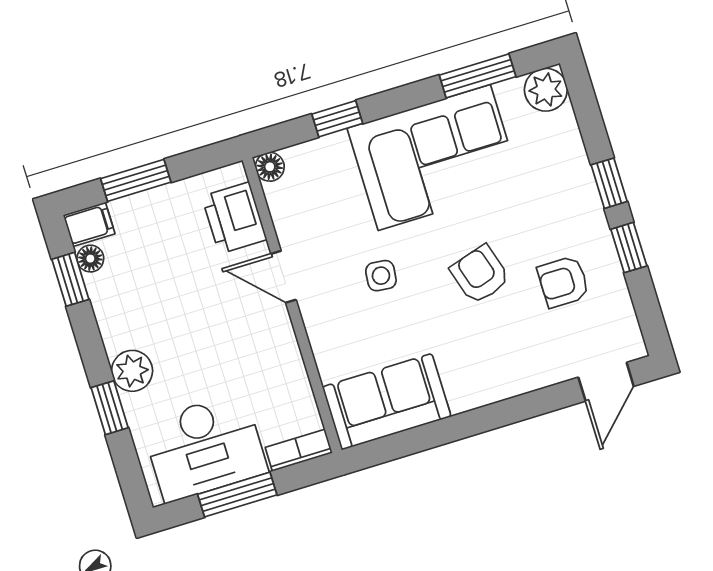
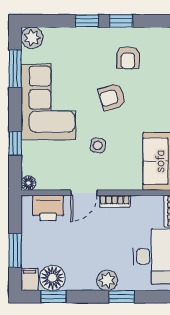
floor lamp: (90, 259) -> (52, 278), width x1.89, depth x1.89
bookcase: (285, 340) -> (115, 201), added

